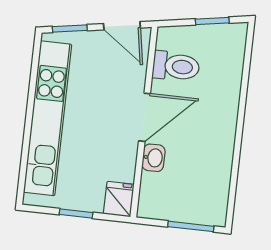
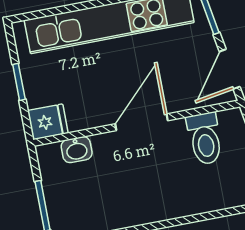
door: (145, 117) -> (141, 122), swing flipped
washbasin: (154, 158) -> (77, 150), moved

